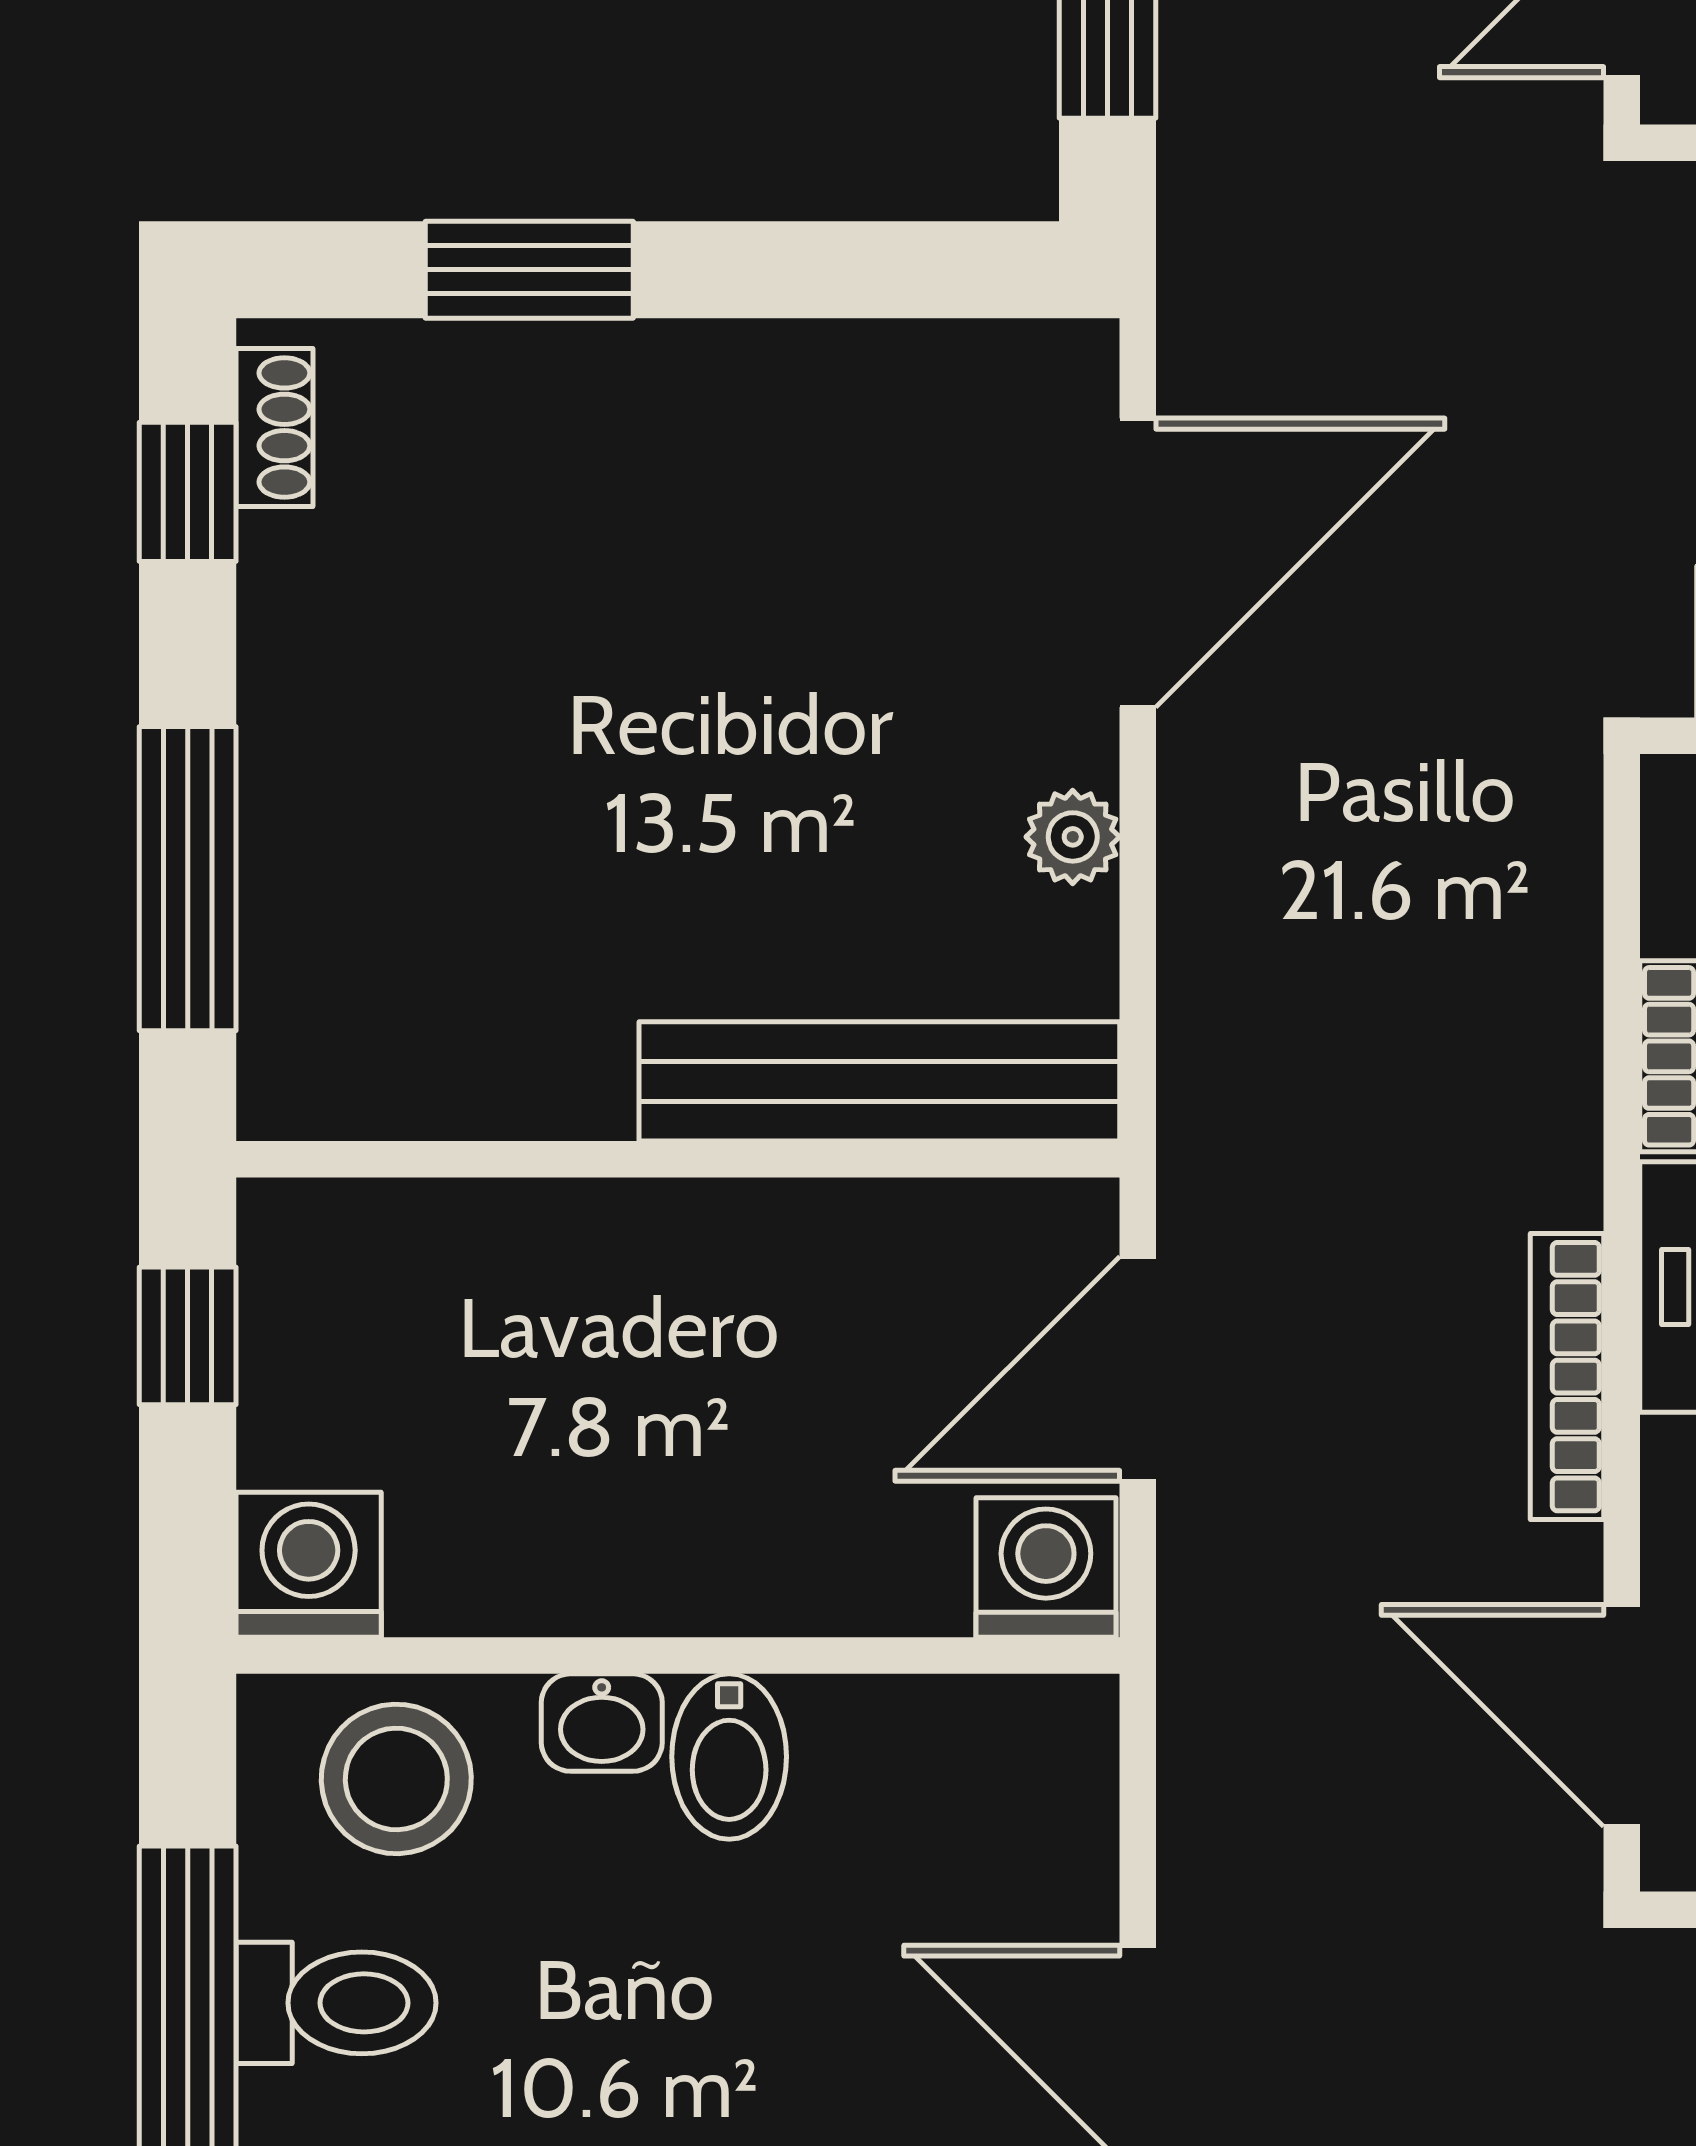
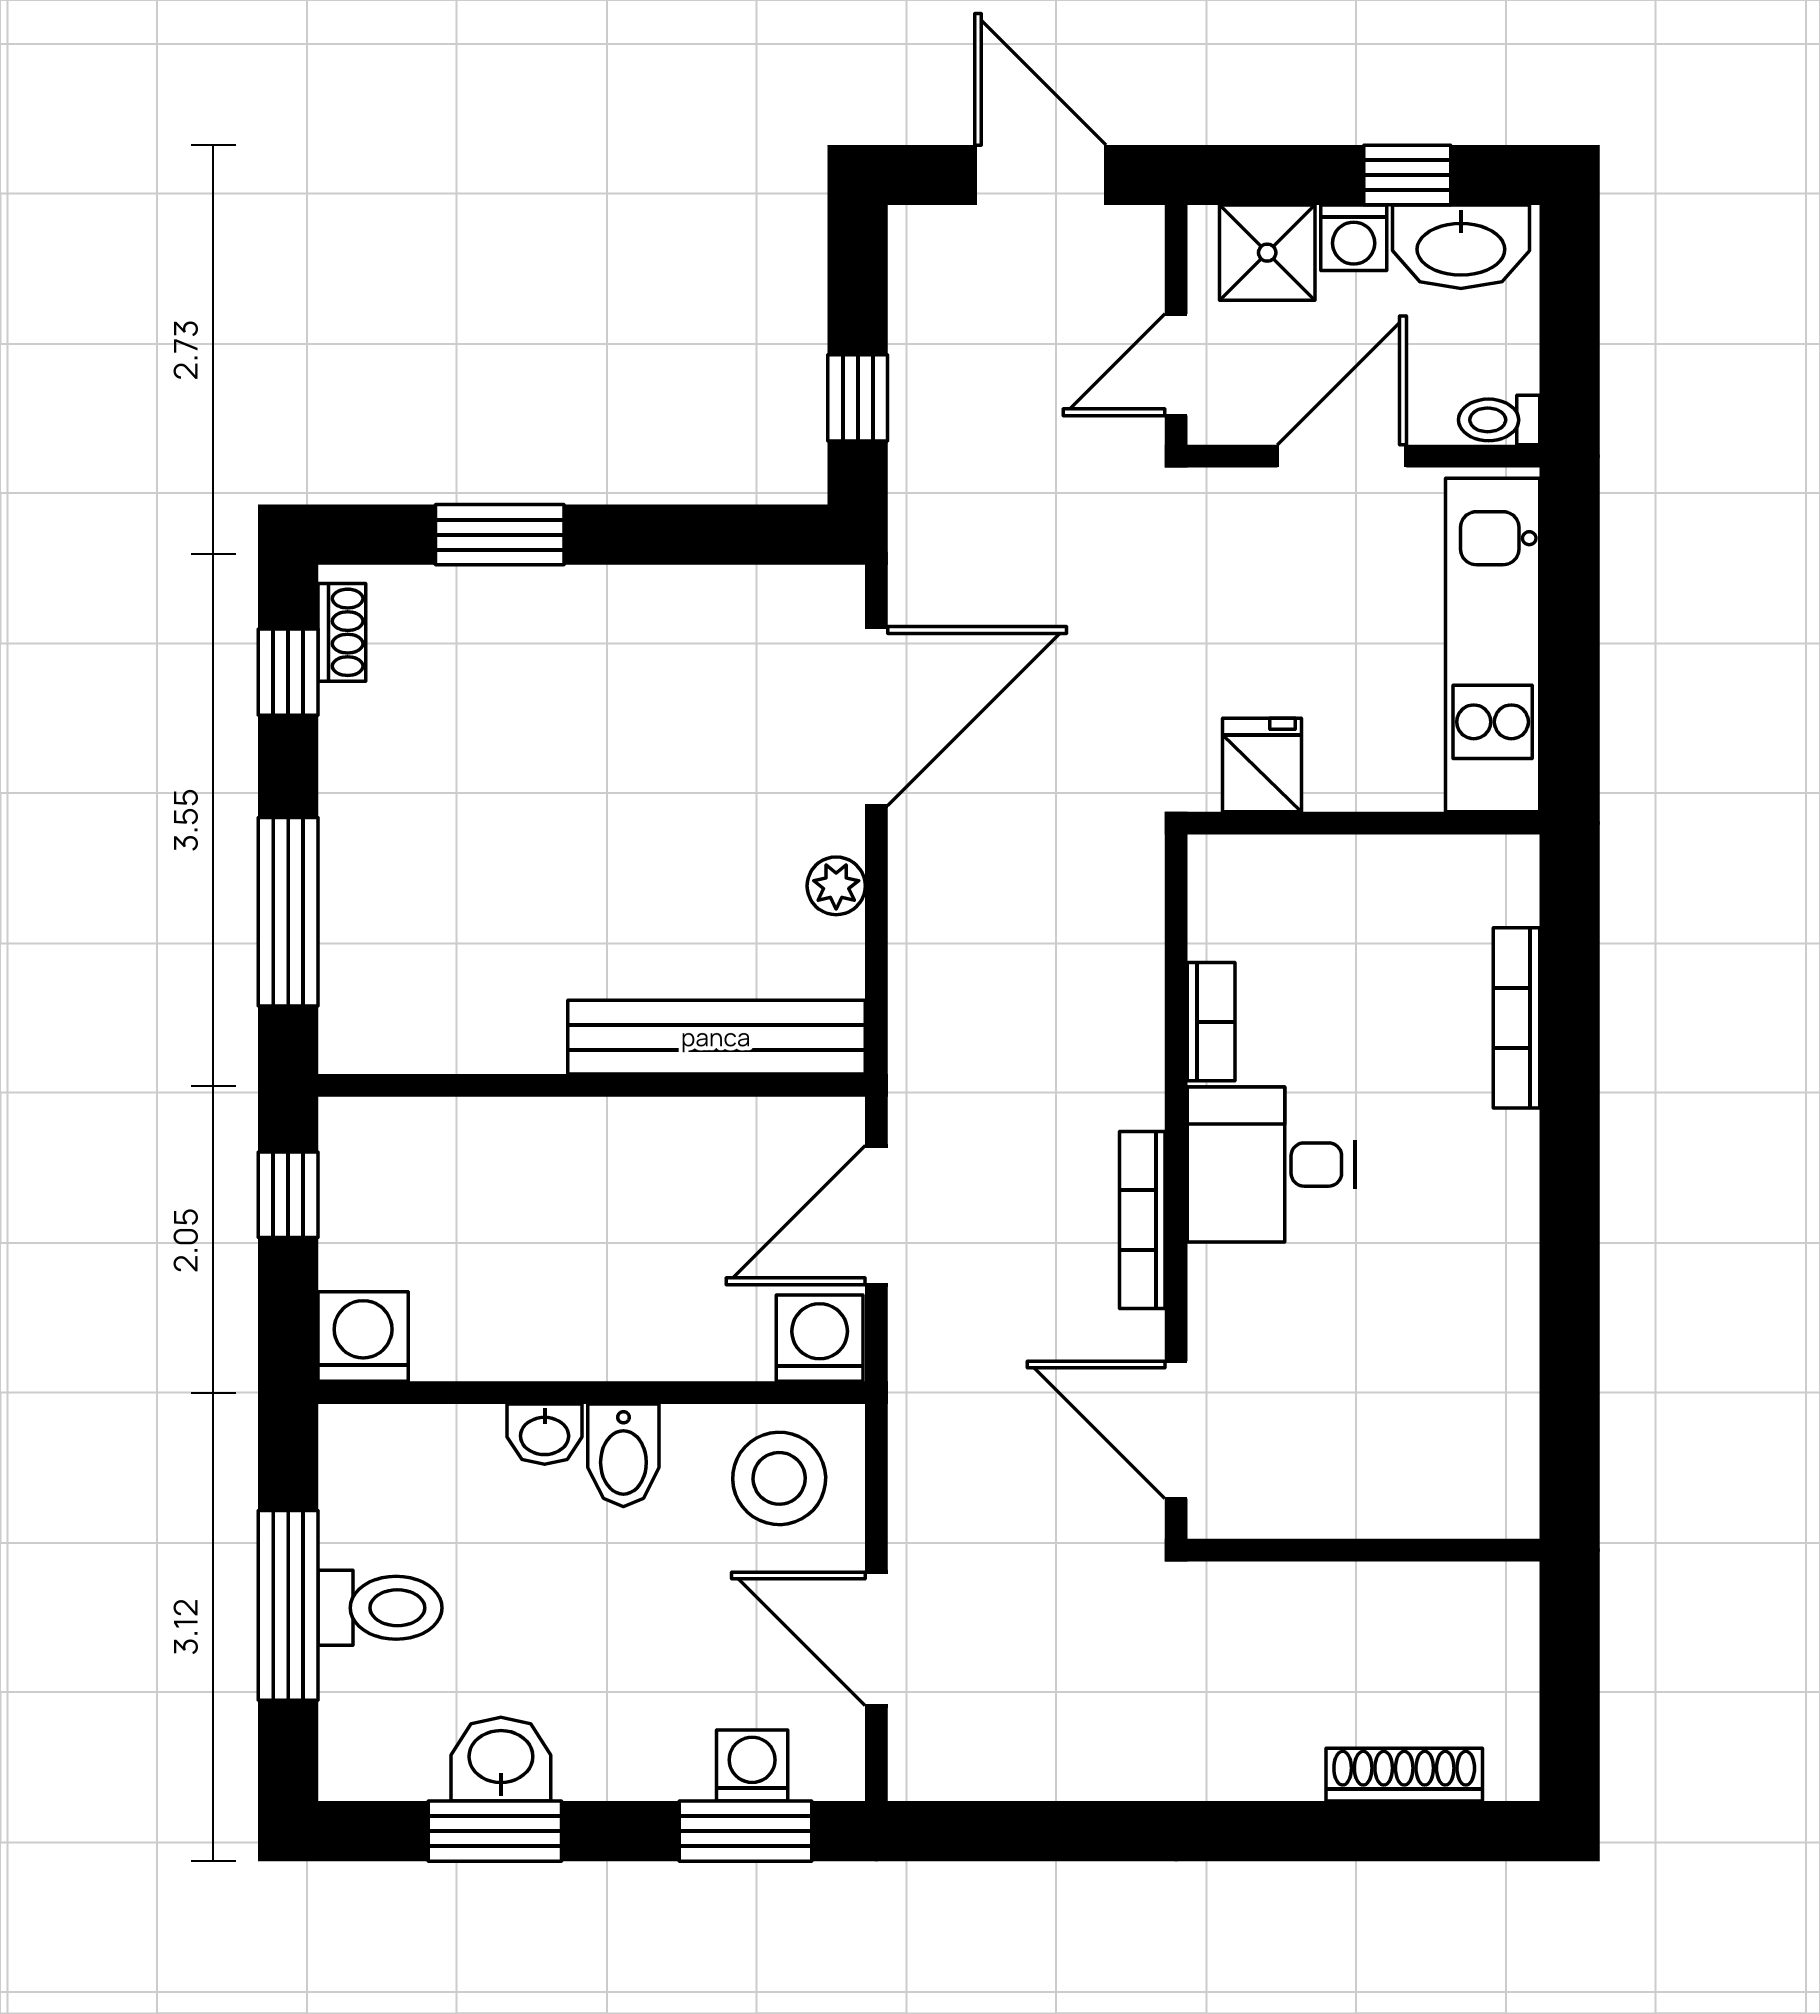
stool: (396, 1779) -> (779, 1478), moved

